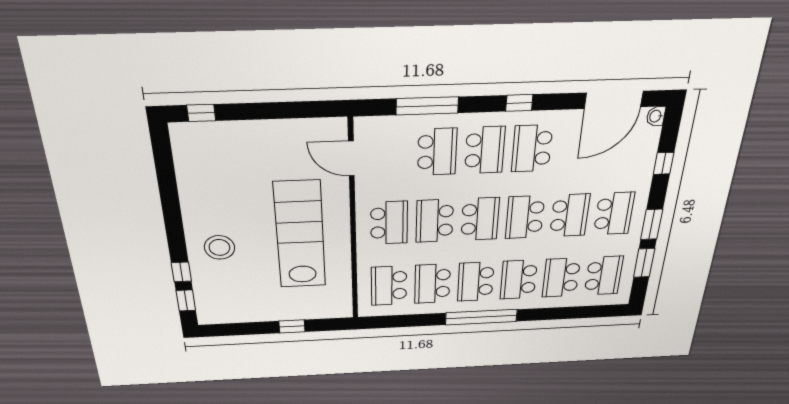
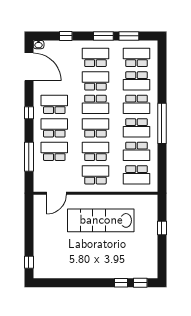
school desk: (532, 148) -> (54, 104), turned 180
school desk: (435, 221) -> (95, 151), turned 180
stool: (219, 247) -> (106, 262), removed

